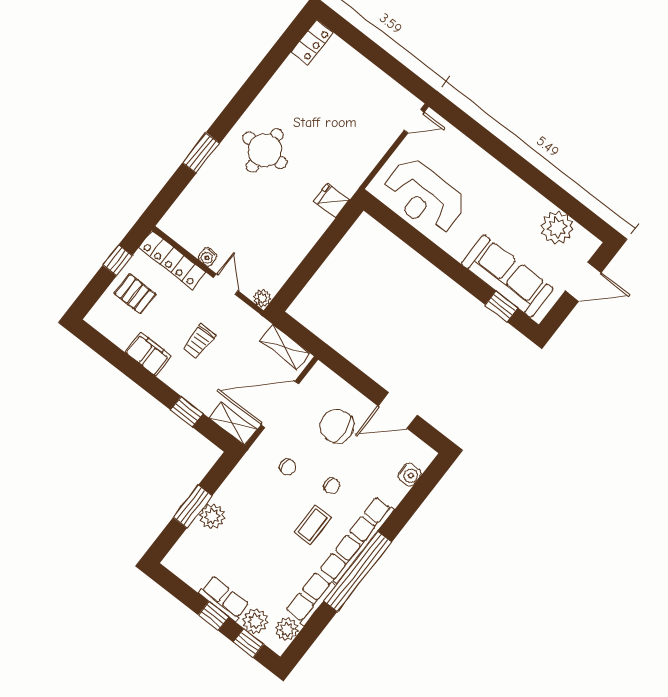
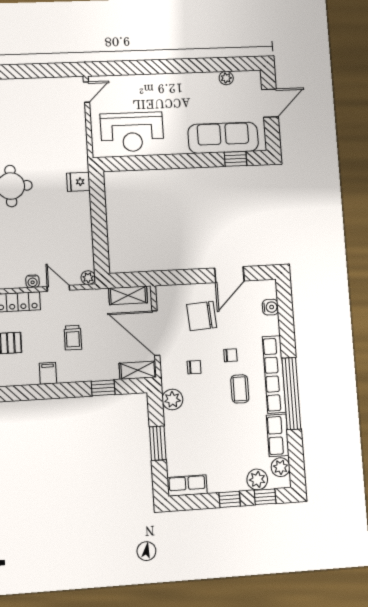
plant: (557, 228) -> (226, 78), width x0.53, depth x0.53
filing cabinet: (148, 354) -> (48, 373), width x0.50
door: (280, 404) -> (156, 333), hinge flipped
plant: (212, 516) -> (172, 400), moved
row of seats: (224, 599) -> (187, 486), moved

